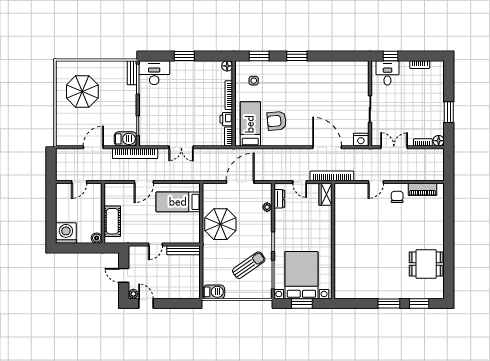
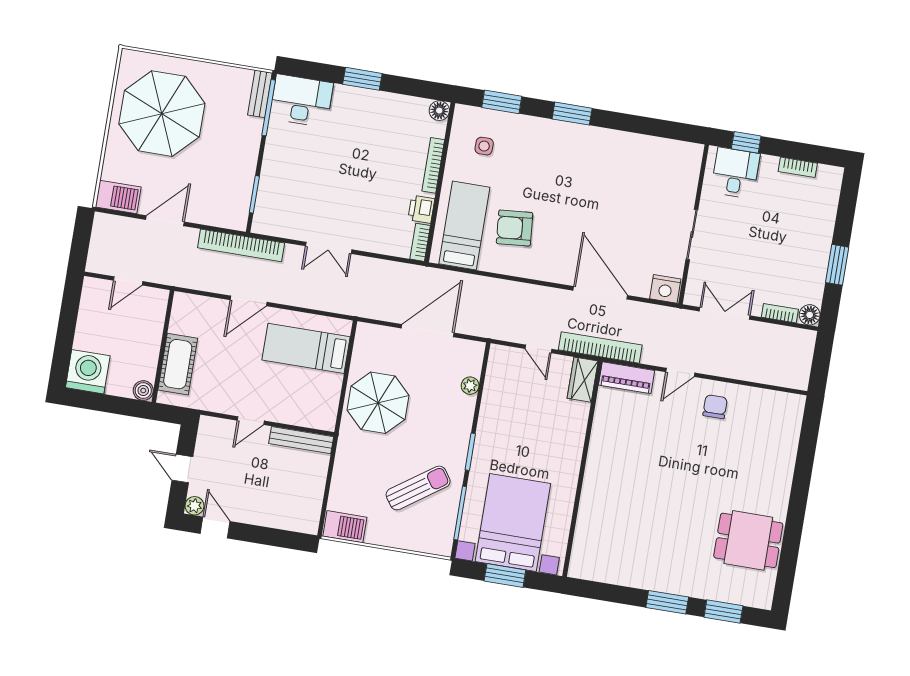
parasol: (82, 92) -> (162, 114), width x1.36, depth x1.36
barbecue: (125, 139) -> (118, 197), moved
piano: (423, 189) -> (627, 378), moved
dresser: (279, 199) -> (495, 374), removed

